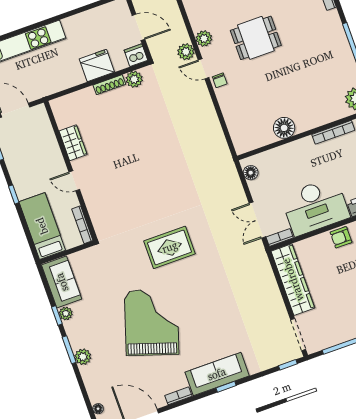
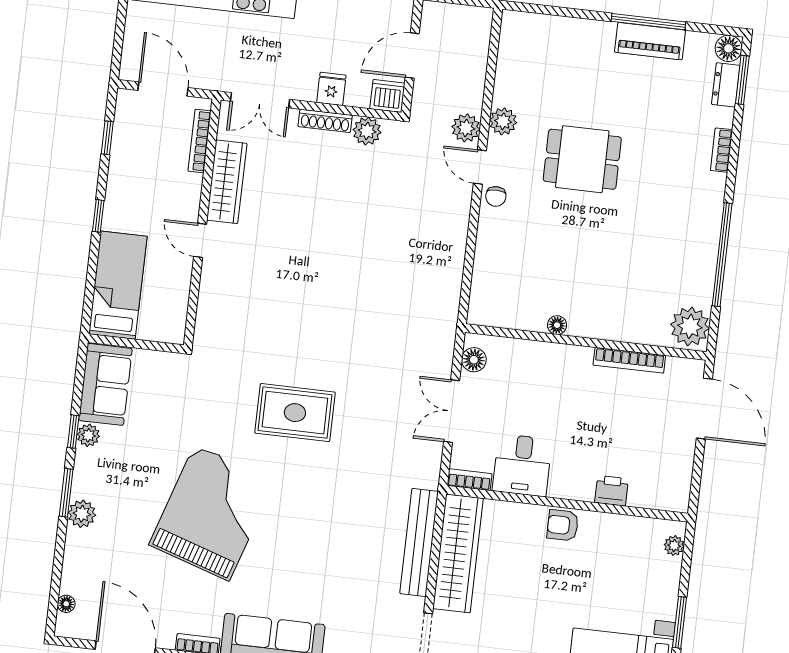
door: (138, 27) -> (412, 56), swing flipped
fridge: (97, 65) -> (331, 89), width x0.53, depth x0.75
double door: (69, 91) -> (260, 100), added
floor lamp: (284, 128) -> (557, 325), width x0.53, depth x0.53
wardrobe: (73, 143) -> (227, 182), width x1.50
desk: (315, 206) -> (522, 465), width x0.53, depth x0.77
double door: (257, 220) -> (452, 411), moved
bookcase: (82, 225) -> (200, 141), moved
bench: (269, 284) -> (419, 543), added

